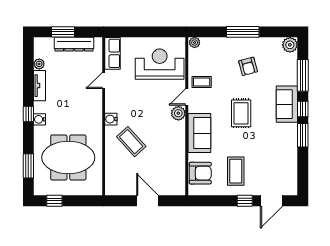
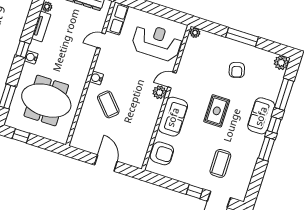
coffee table: (202, 82) -> (190, 71), removed
coffee table: (236, 171) -> (220, 163), moved

